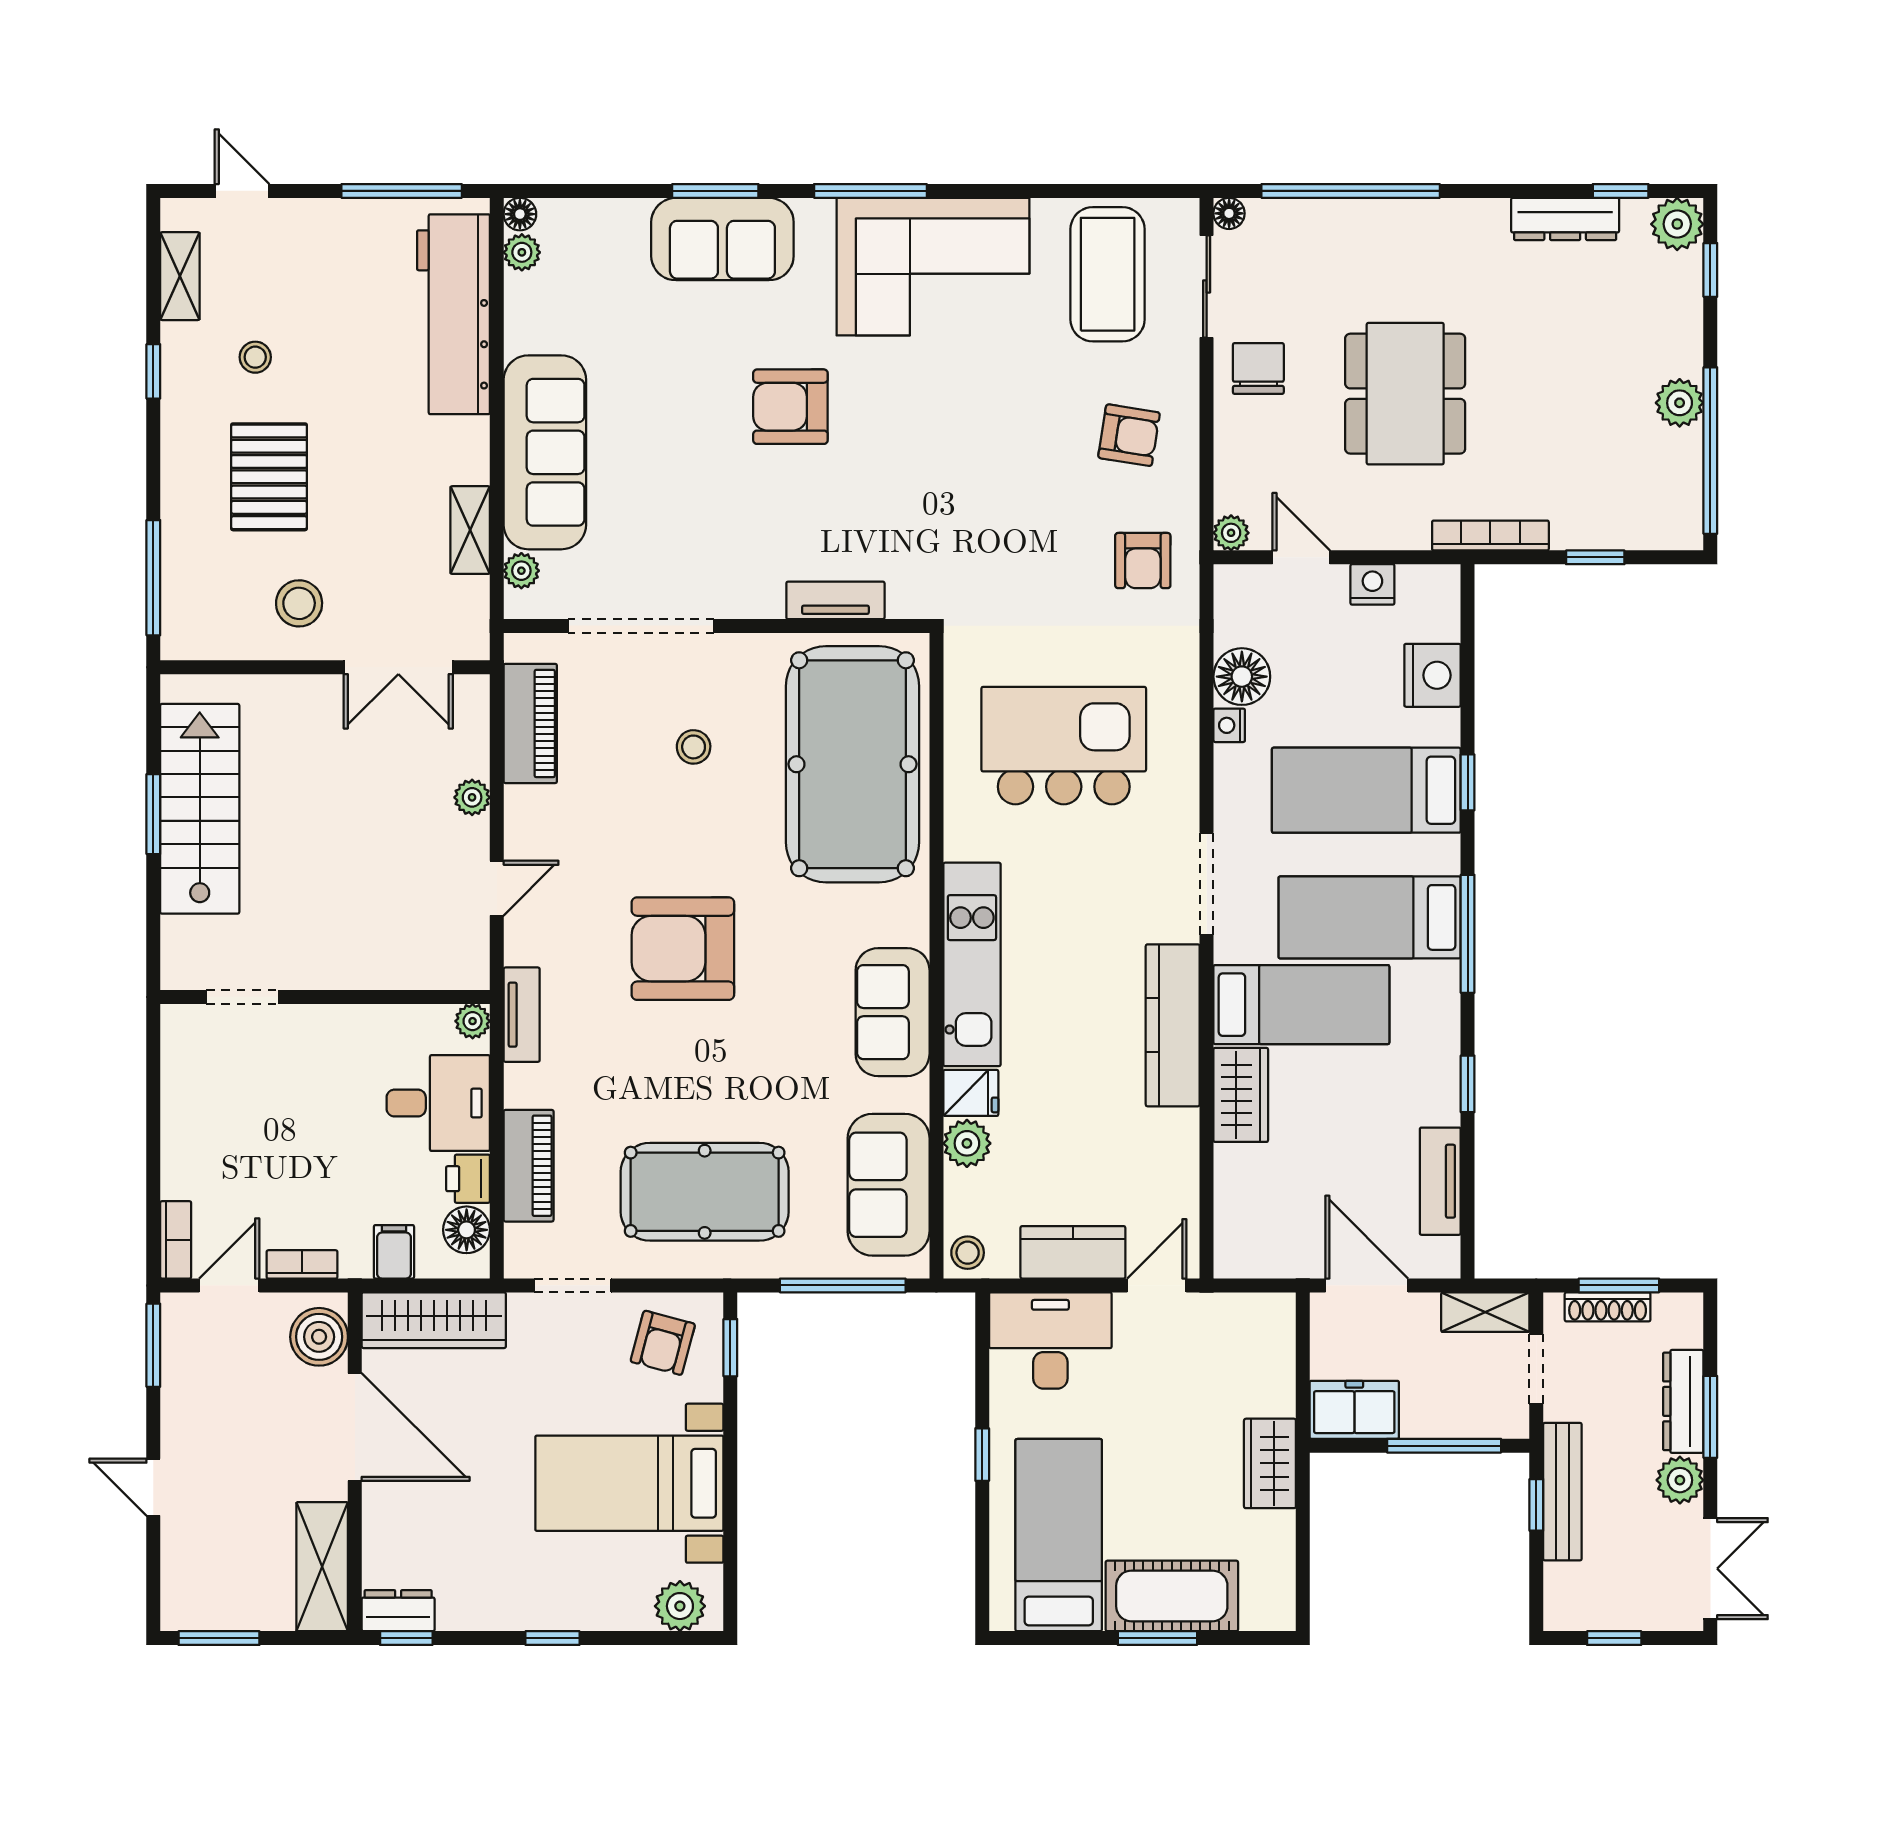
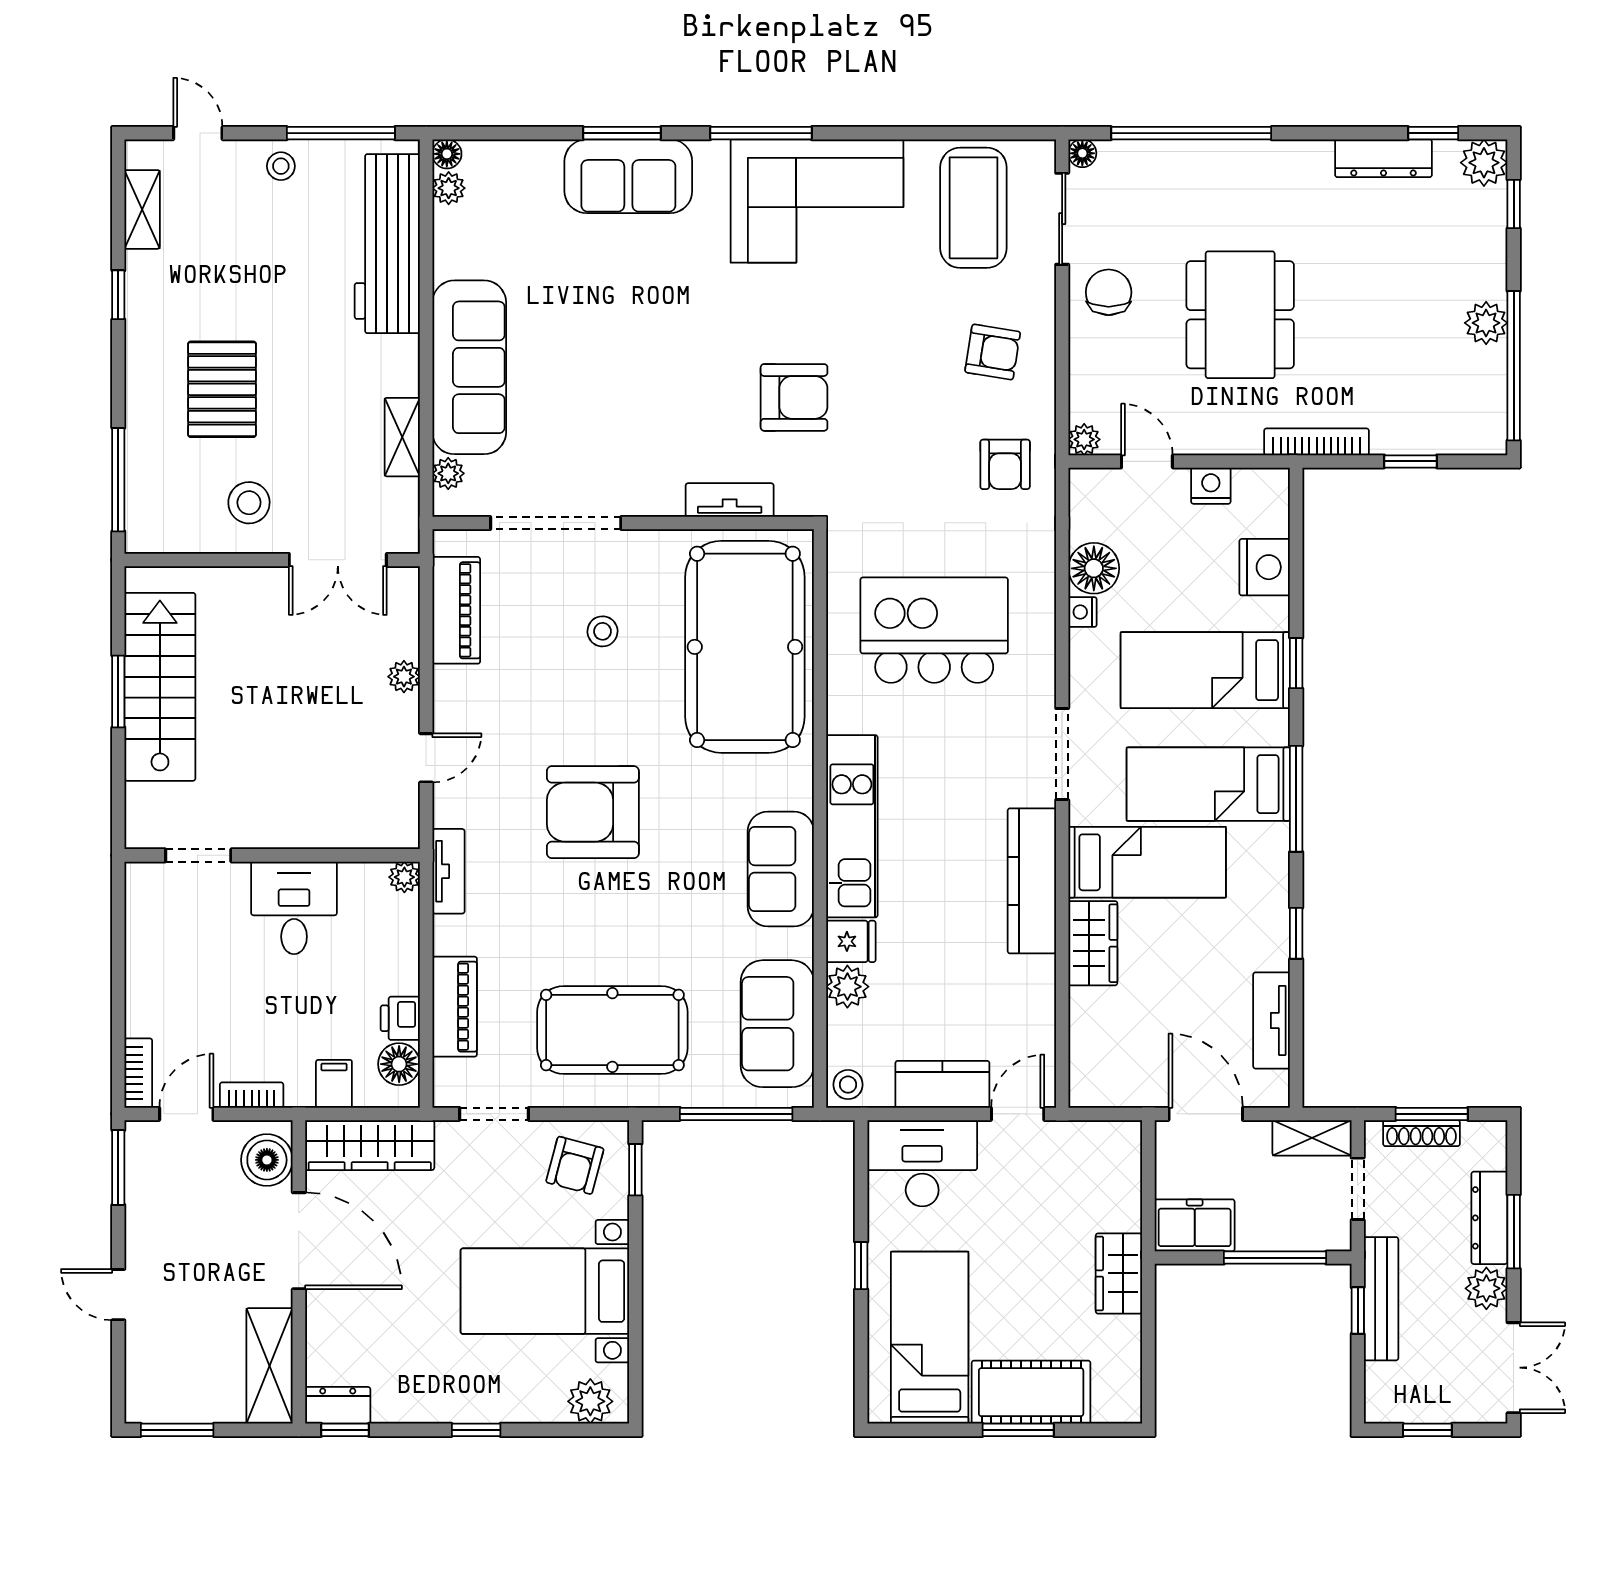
stool: (255, 357) -> (281, 166), moved
armchair: (790, 407) -> (794, 397), moved, turned 180
desk: (438, 1103) -> (294, 908), moved, turned -90

